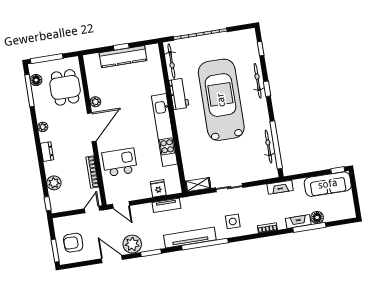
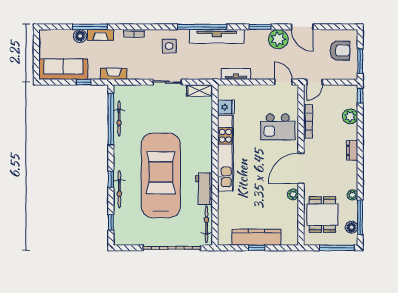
car: (221, 100) -> (161, 175), turned 180
plant: (43, 127) -> (352, 195), moved
window: (338, 170) -> (84, 82), moved
fridge: (158, 188) -> (226, 107), moved, turned -90
window: (55, 251) -> (360, 61), moved

